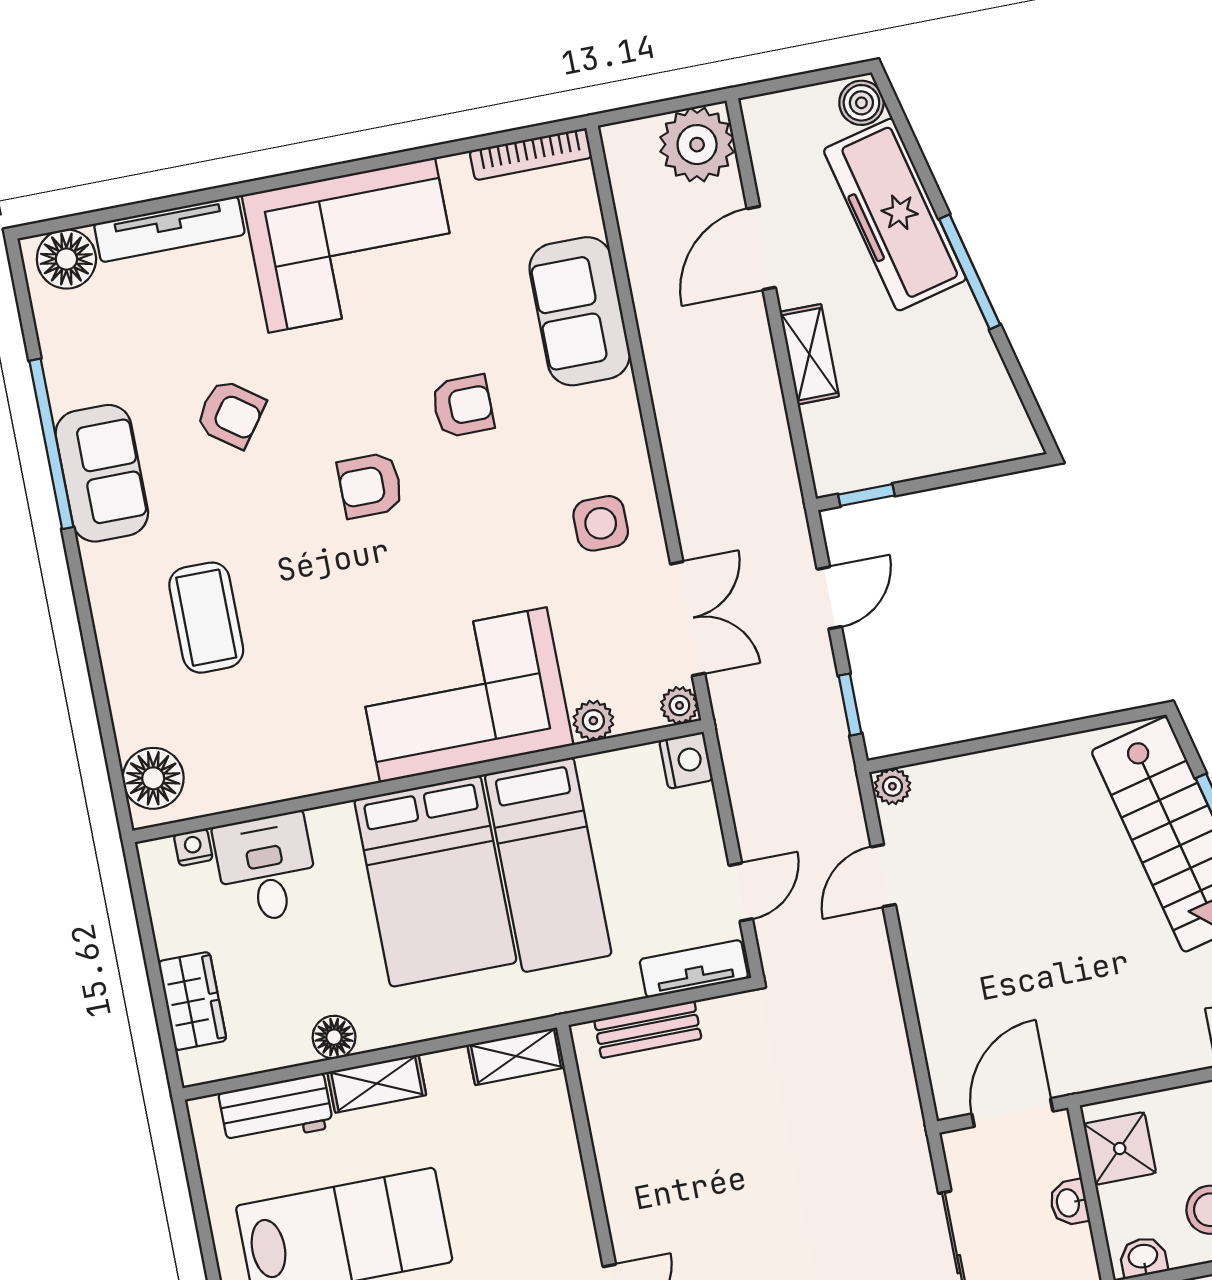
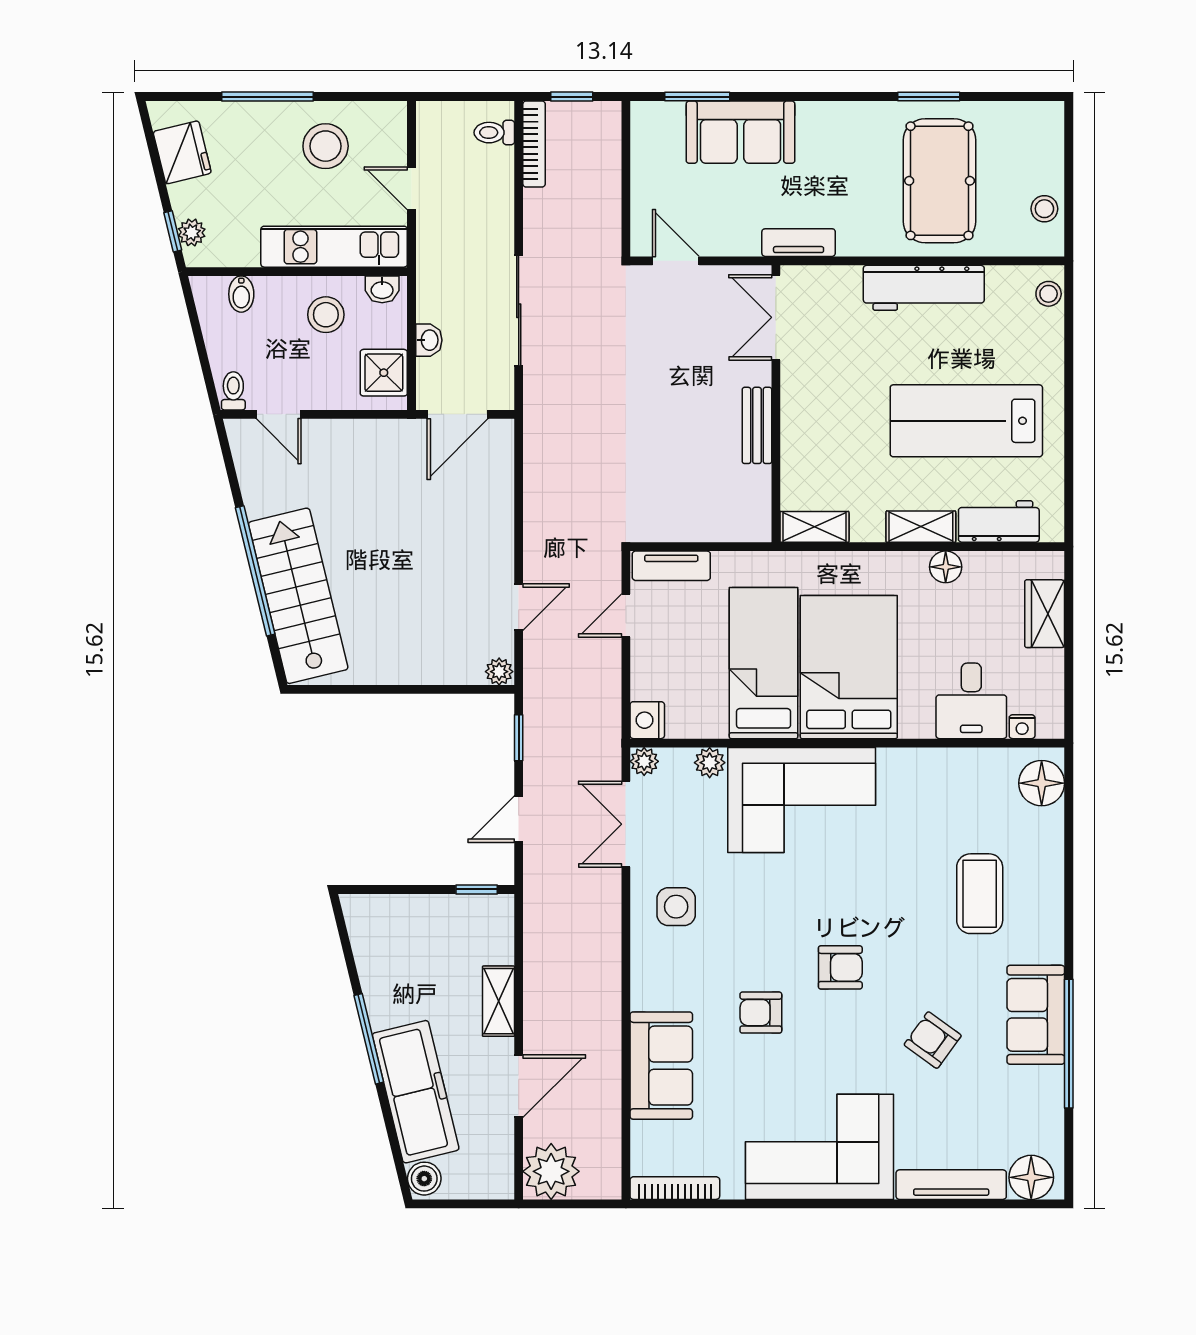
bench: (648, 1029) -> (757, 425), moved, turned 90

